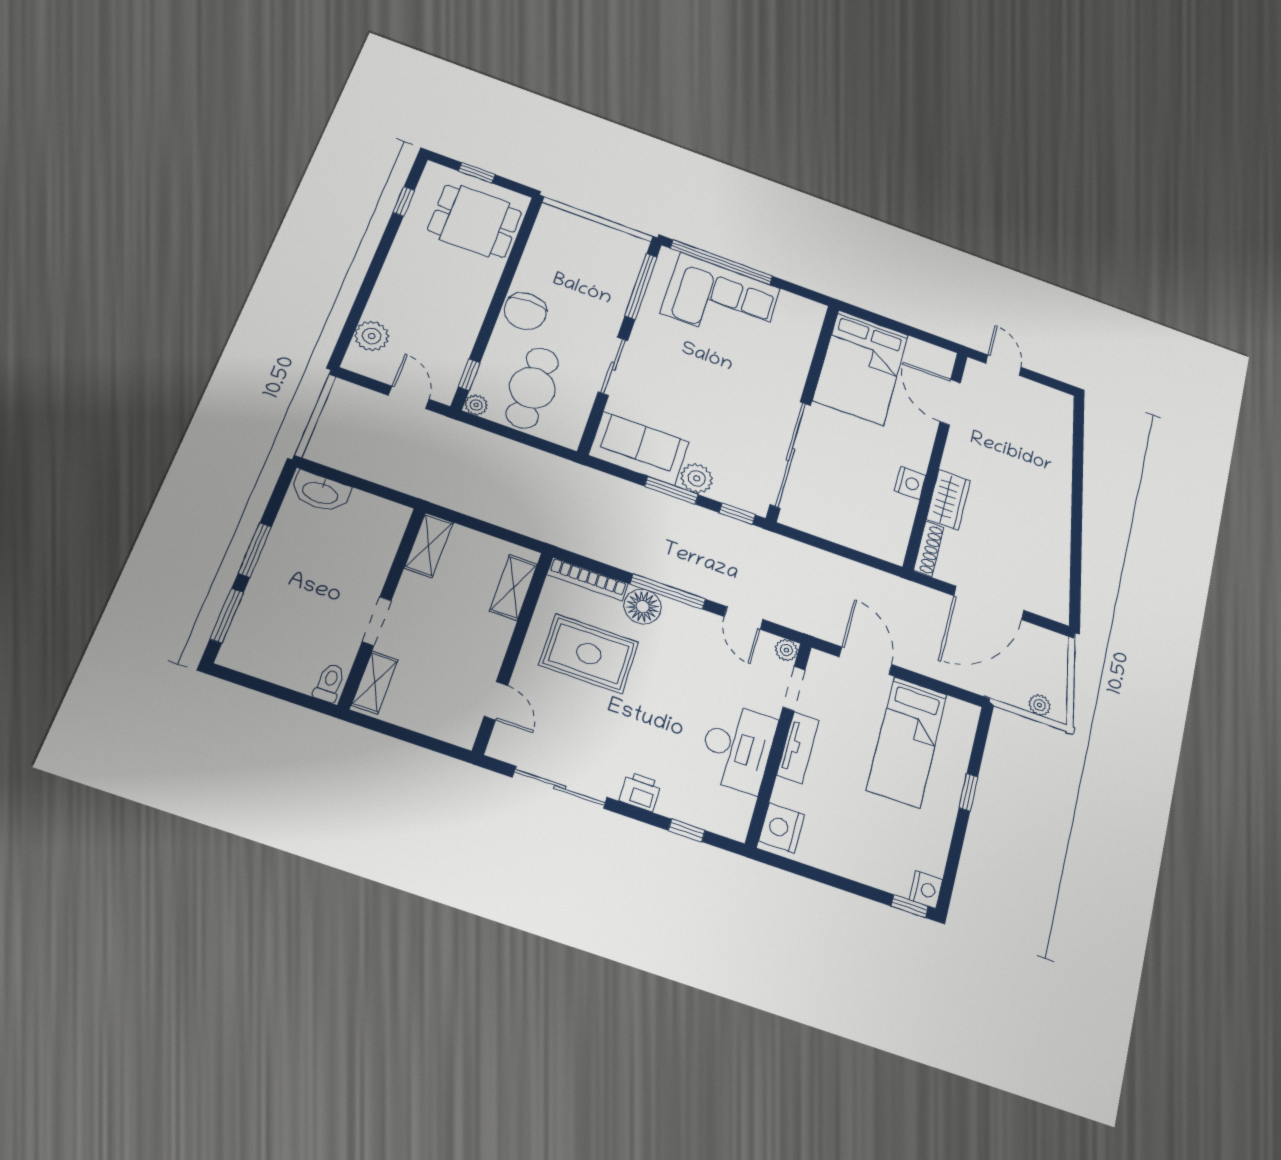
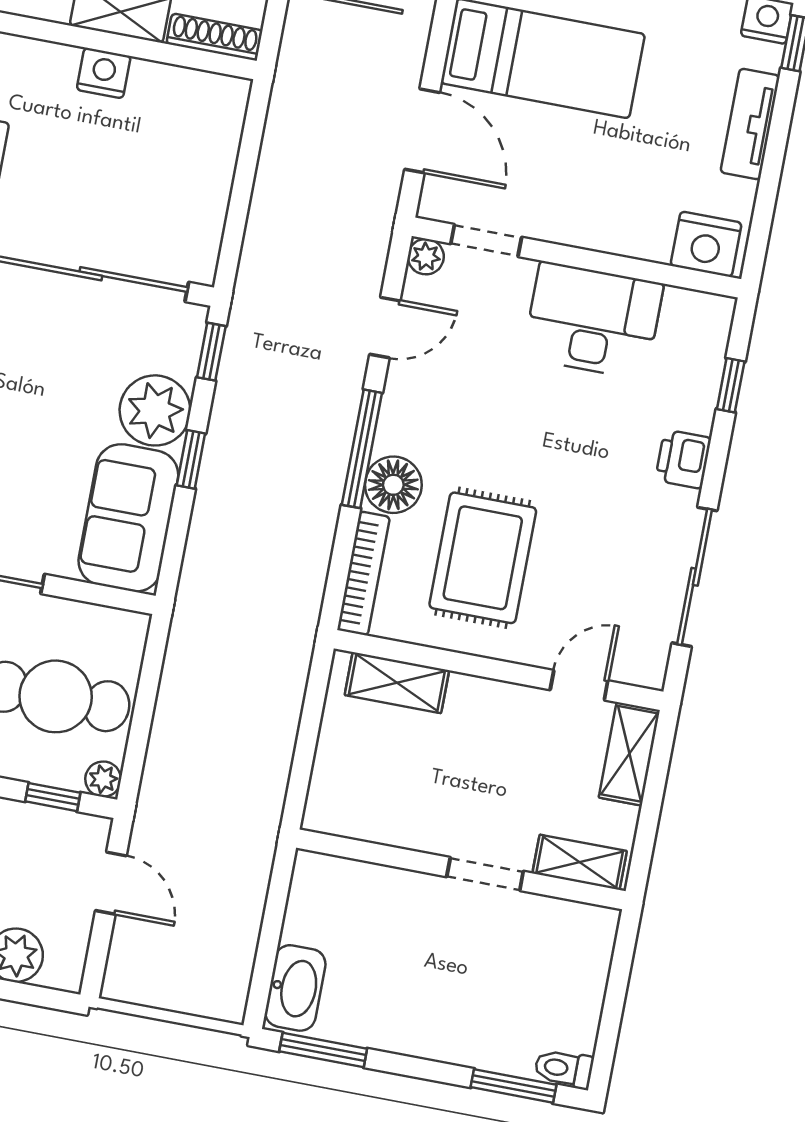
door: (409, 397) -> (111, 883), swing flipped
plant: (697, 478) -> (155, 410), width x1.36, depth x1.36
window: (671, 490) -> (191, 459), width x0.67
shelving: (429, 545) -> (629, 754), moved, turned 90
window: (255, 550) -> (323, 1050), moved
door: (866, 661) -> (422, 131), swing flipped
toilet: (329, 683) -> (564, 1069), moved
tv unit: (798, 748) -> (750, 124), moved, turned -90

